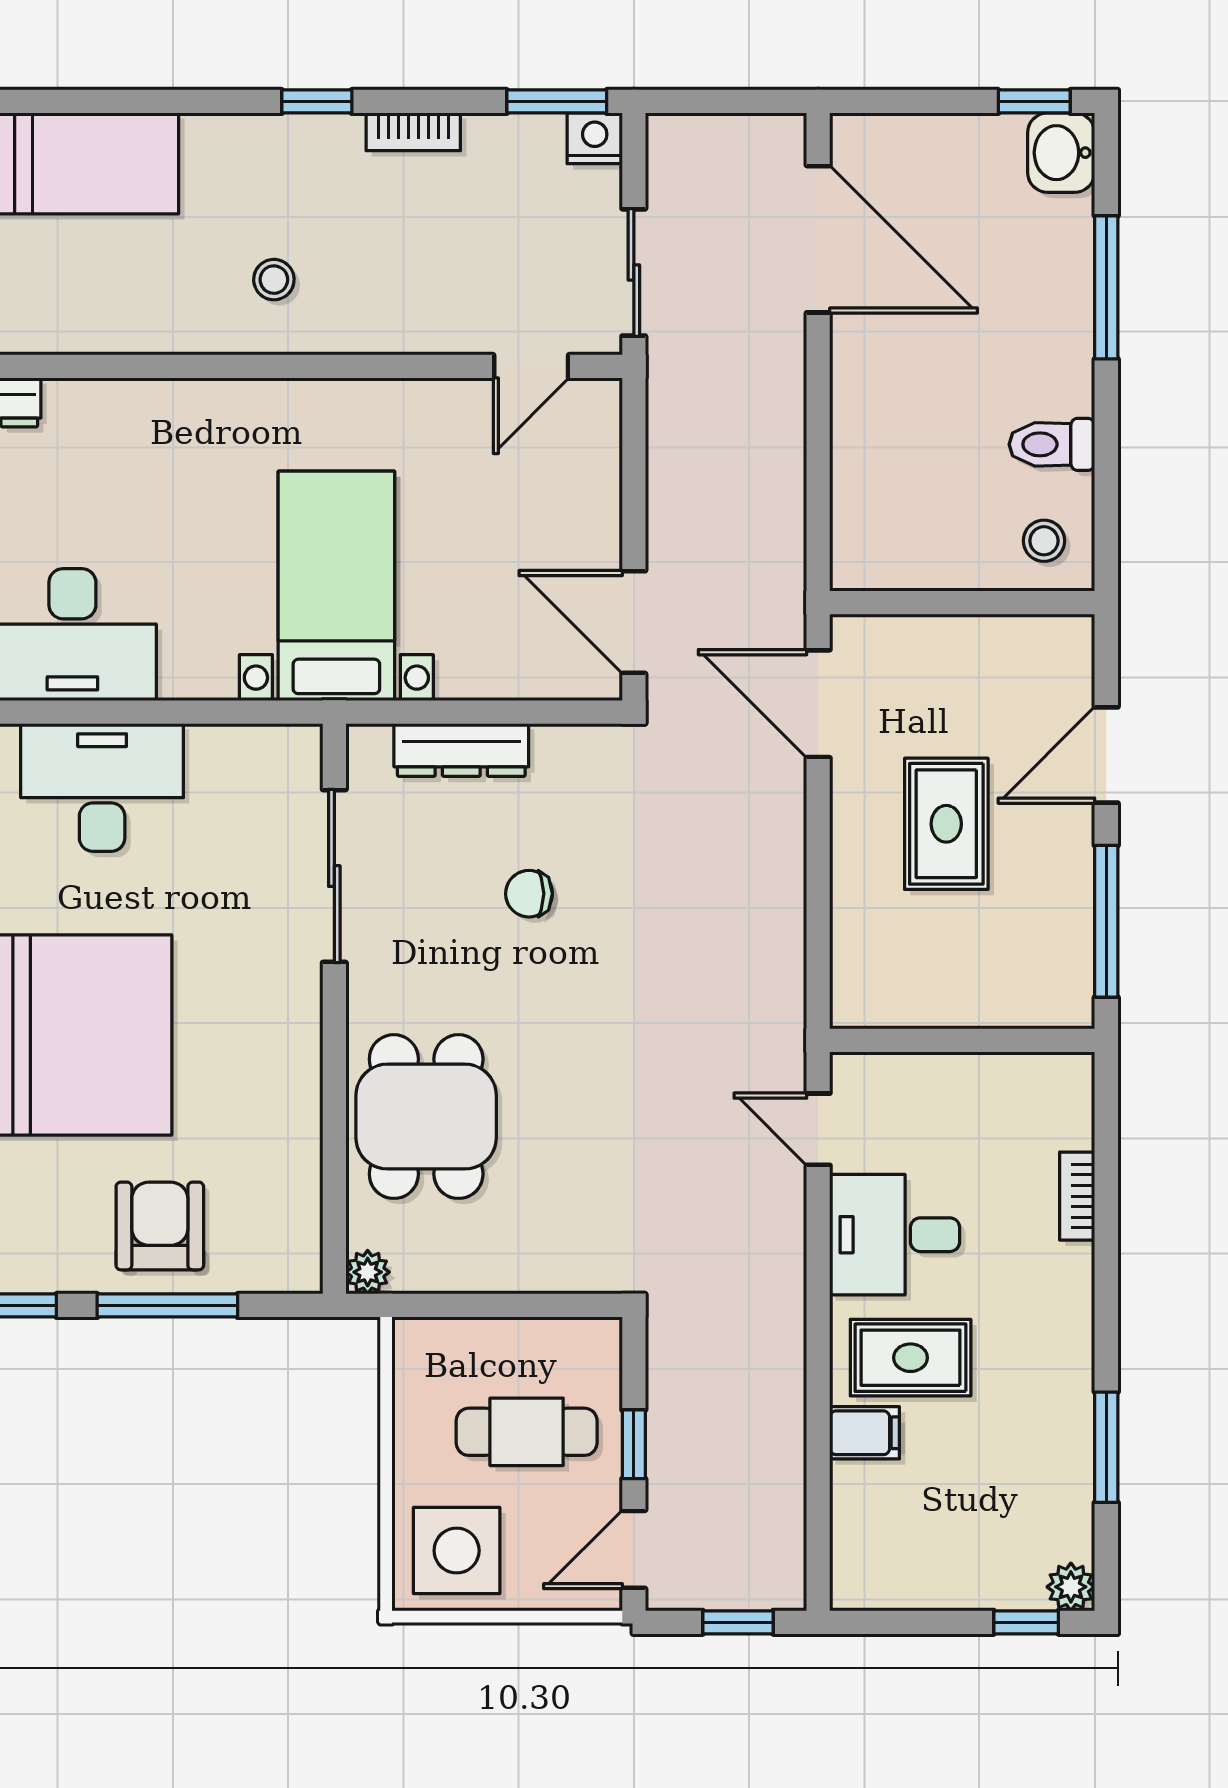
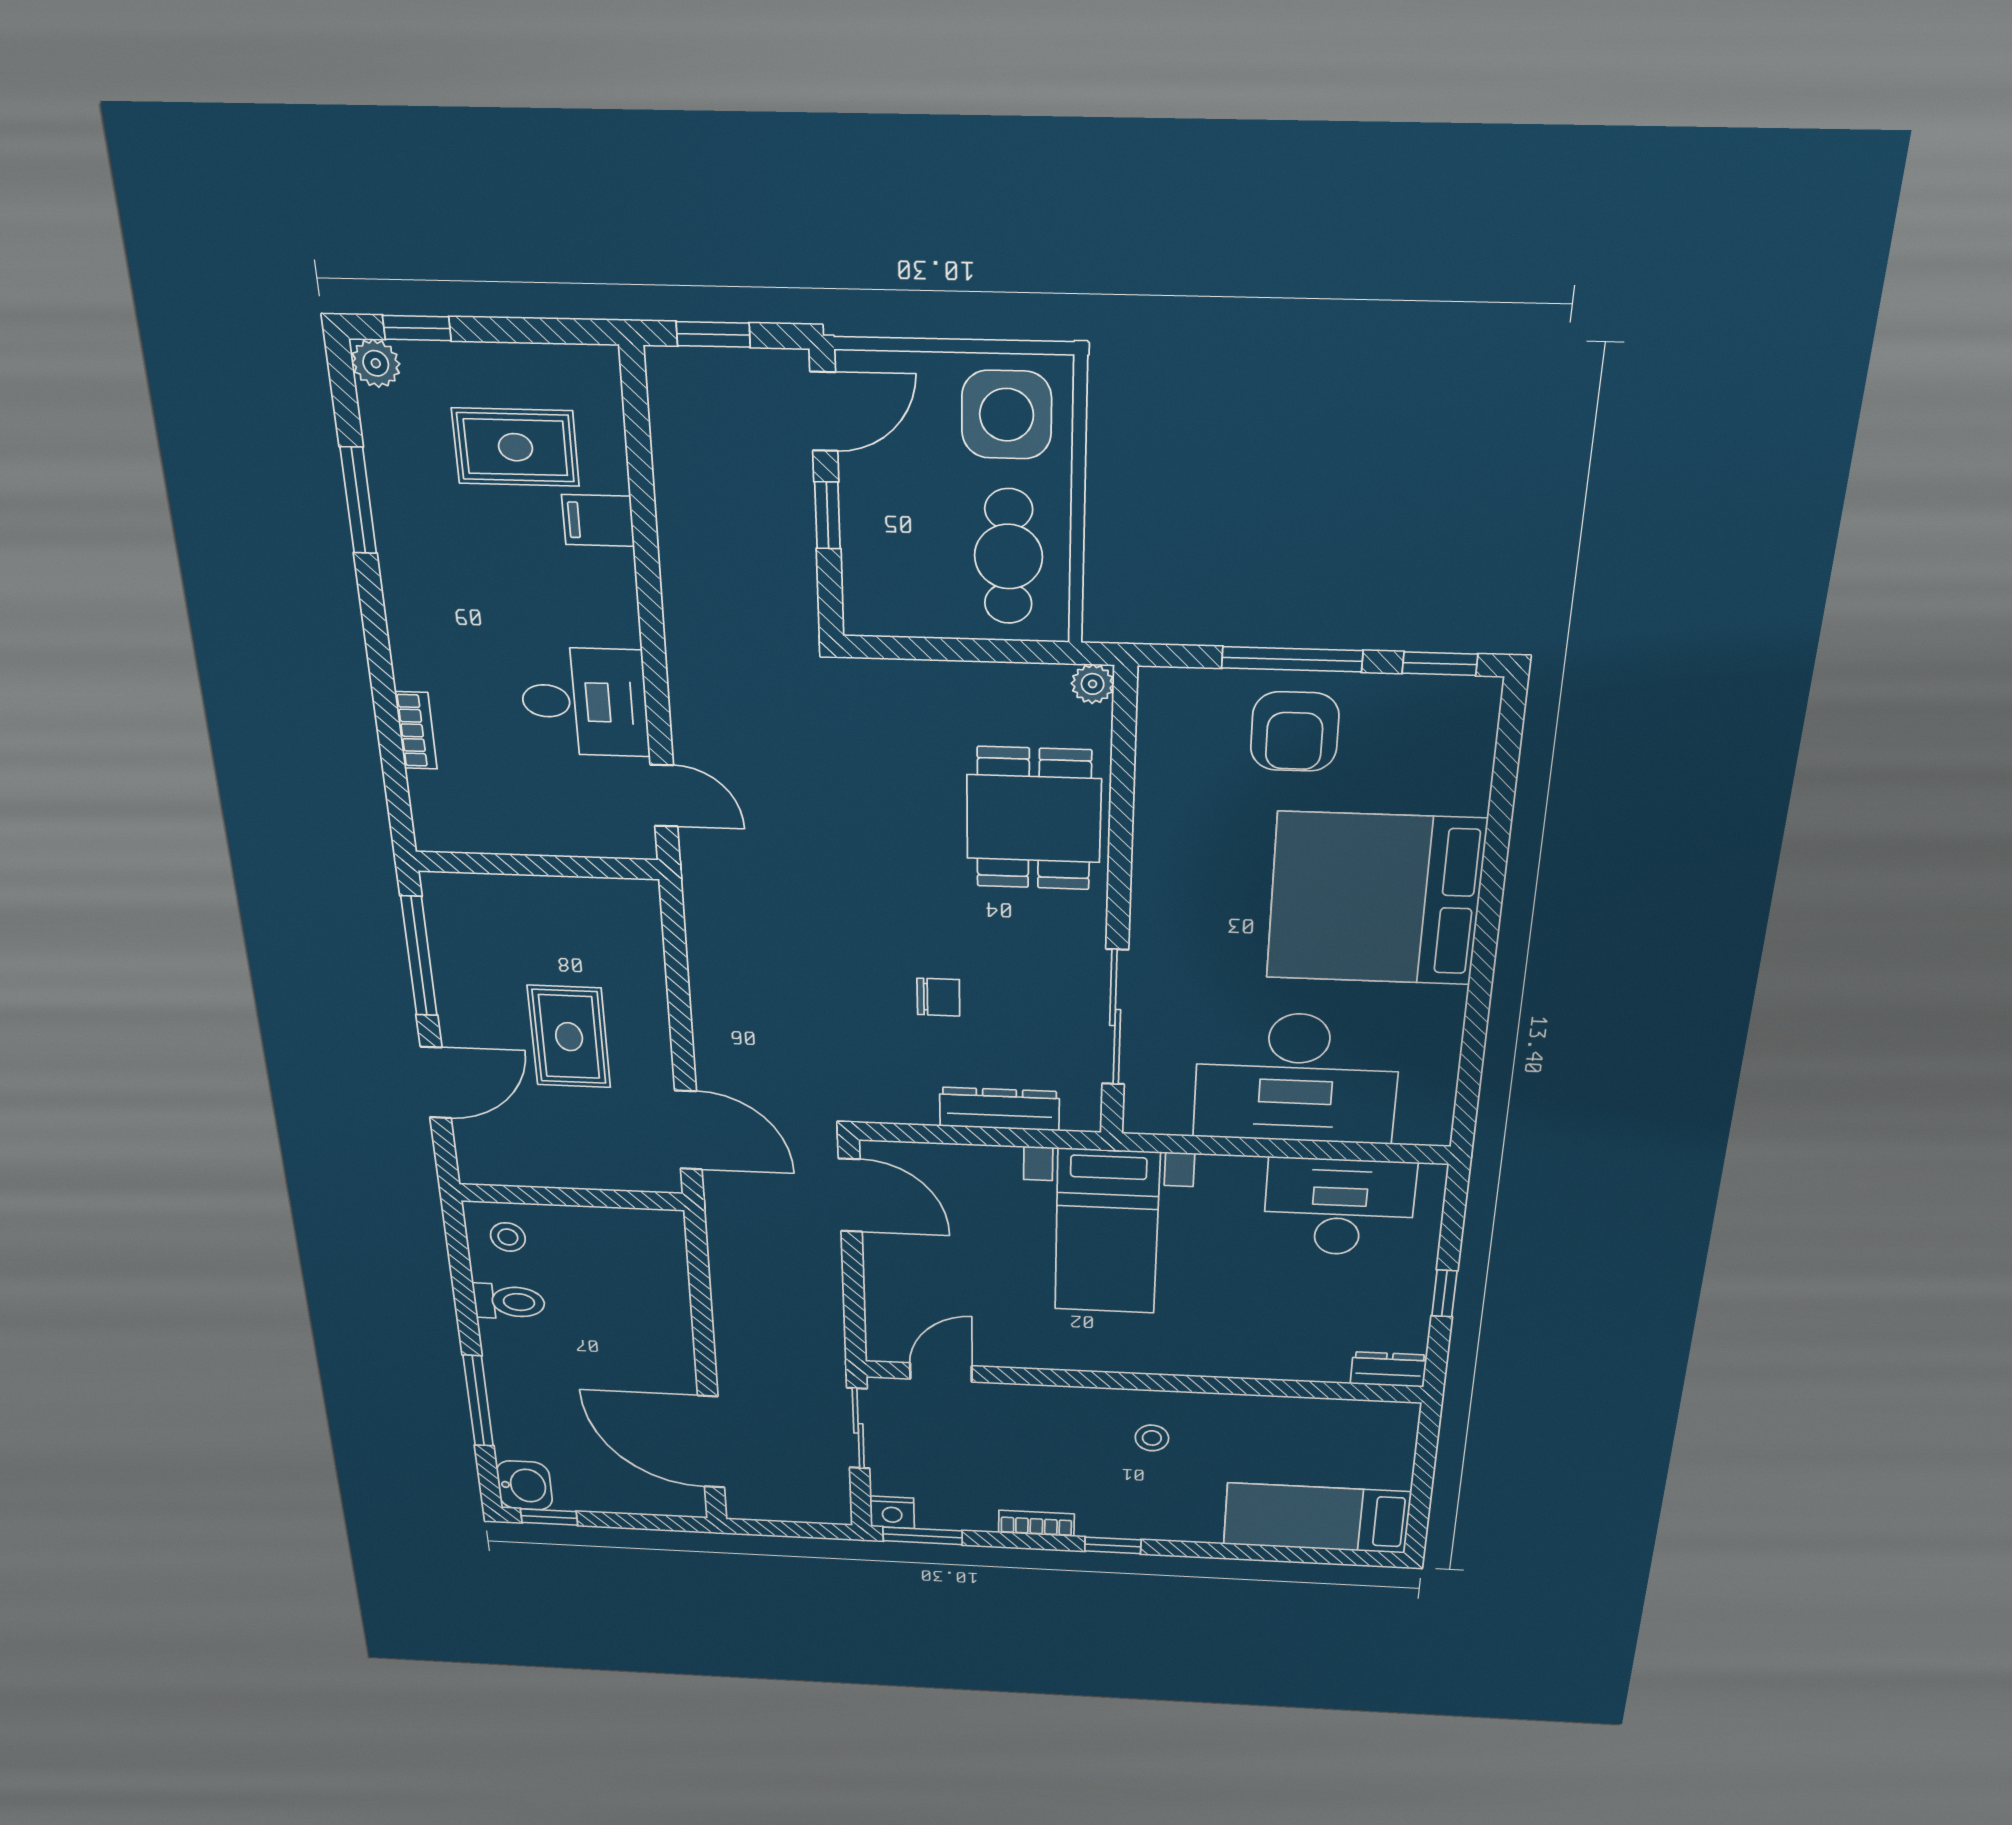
desk: (102, 787) -> (1296, 1078), width x1.36, depth x1.30
rug: (911, 1358) -> (516, 447), moved
cafe table: (527, 1432) -> (1008, 557), moved, turned 90

